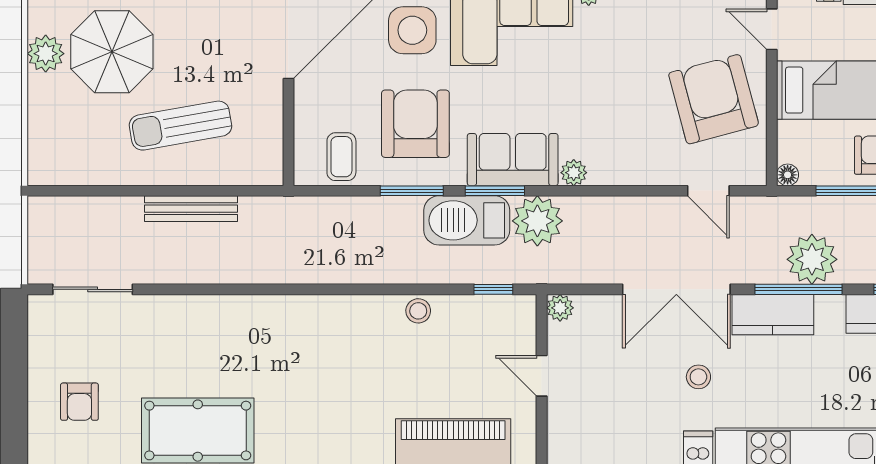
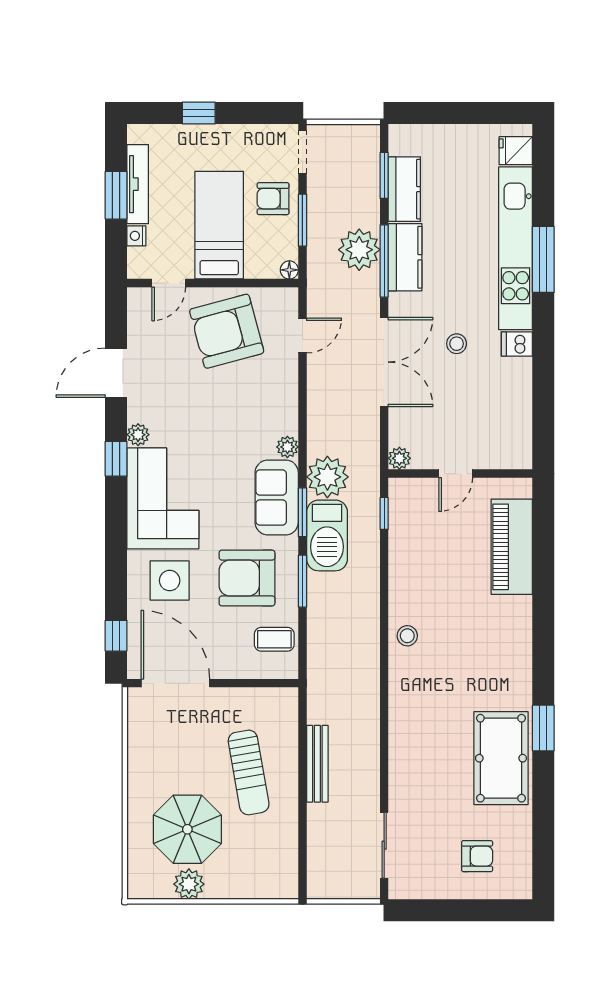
stool: (418, 311) -> (407, 636), moved
kitchen counter: (773, 315) -> (405, 257), moved

